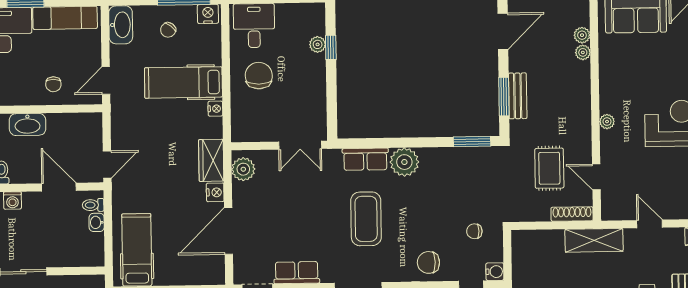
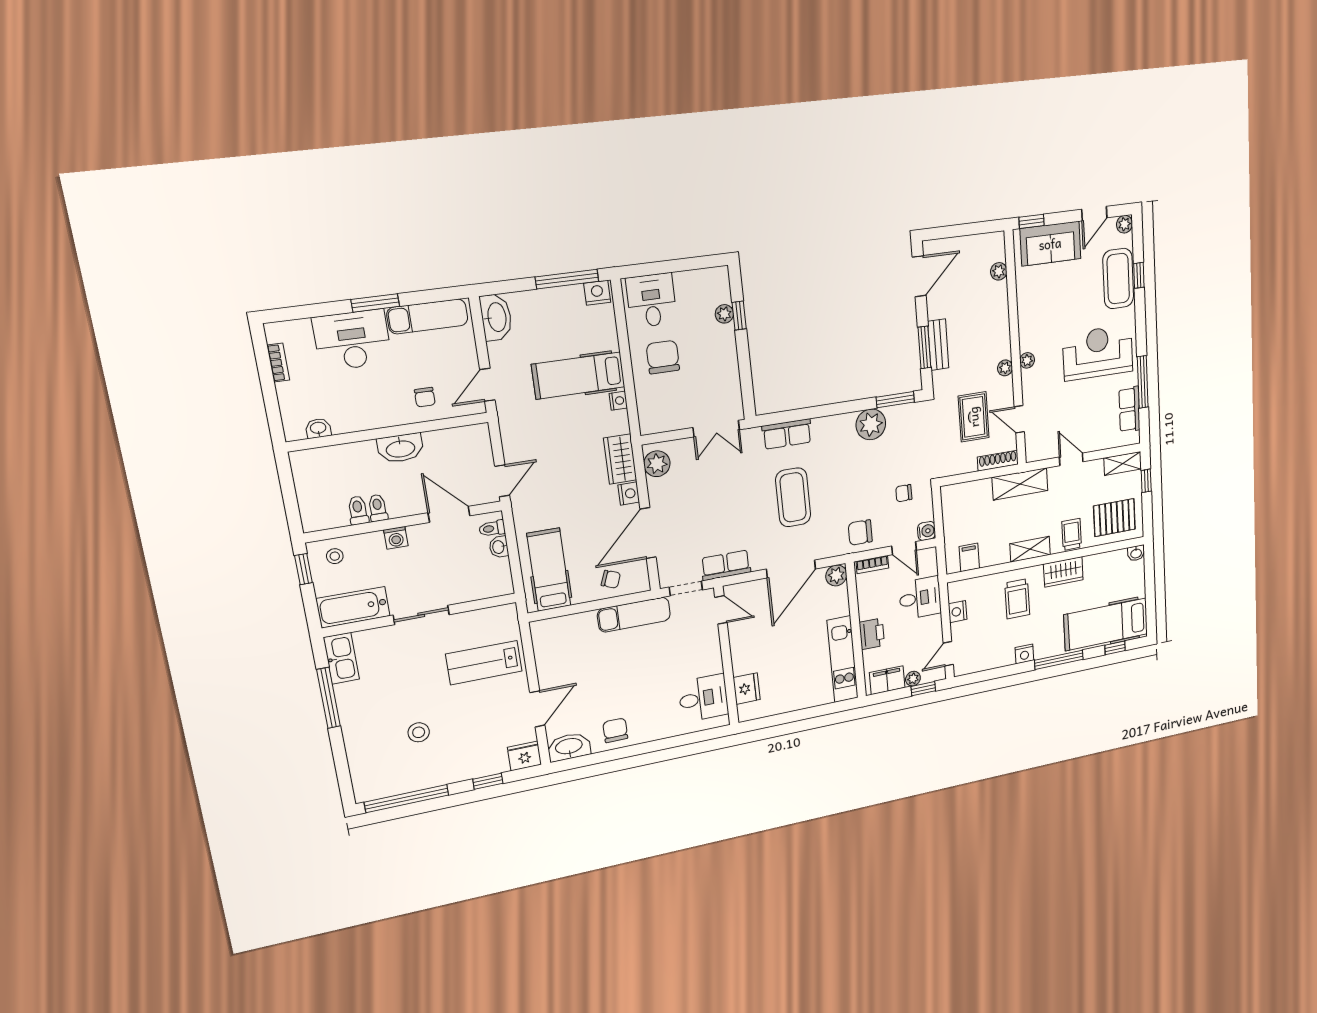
chair: (168, 30) -> (611, 579), moved, turned -107
plant: (583, 52) -> (1005, 368), moved
plant: (404, 162) -> (871, 424), moved

